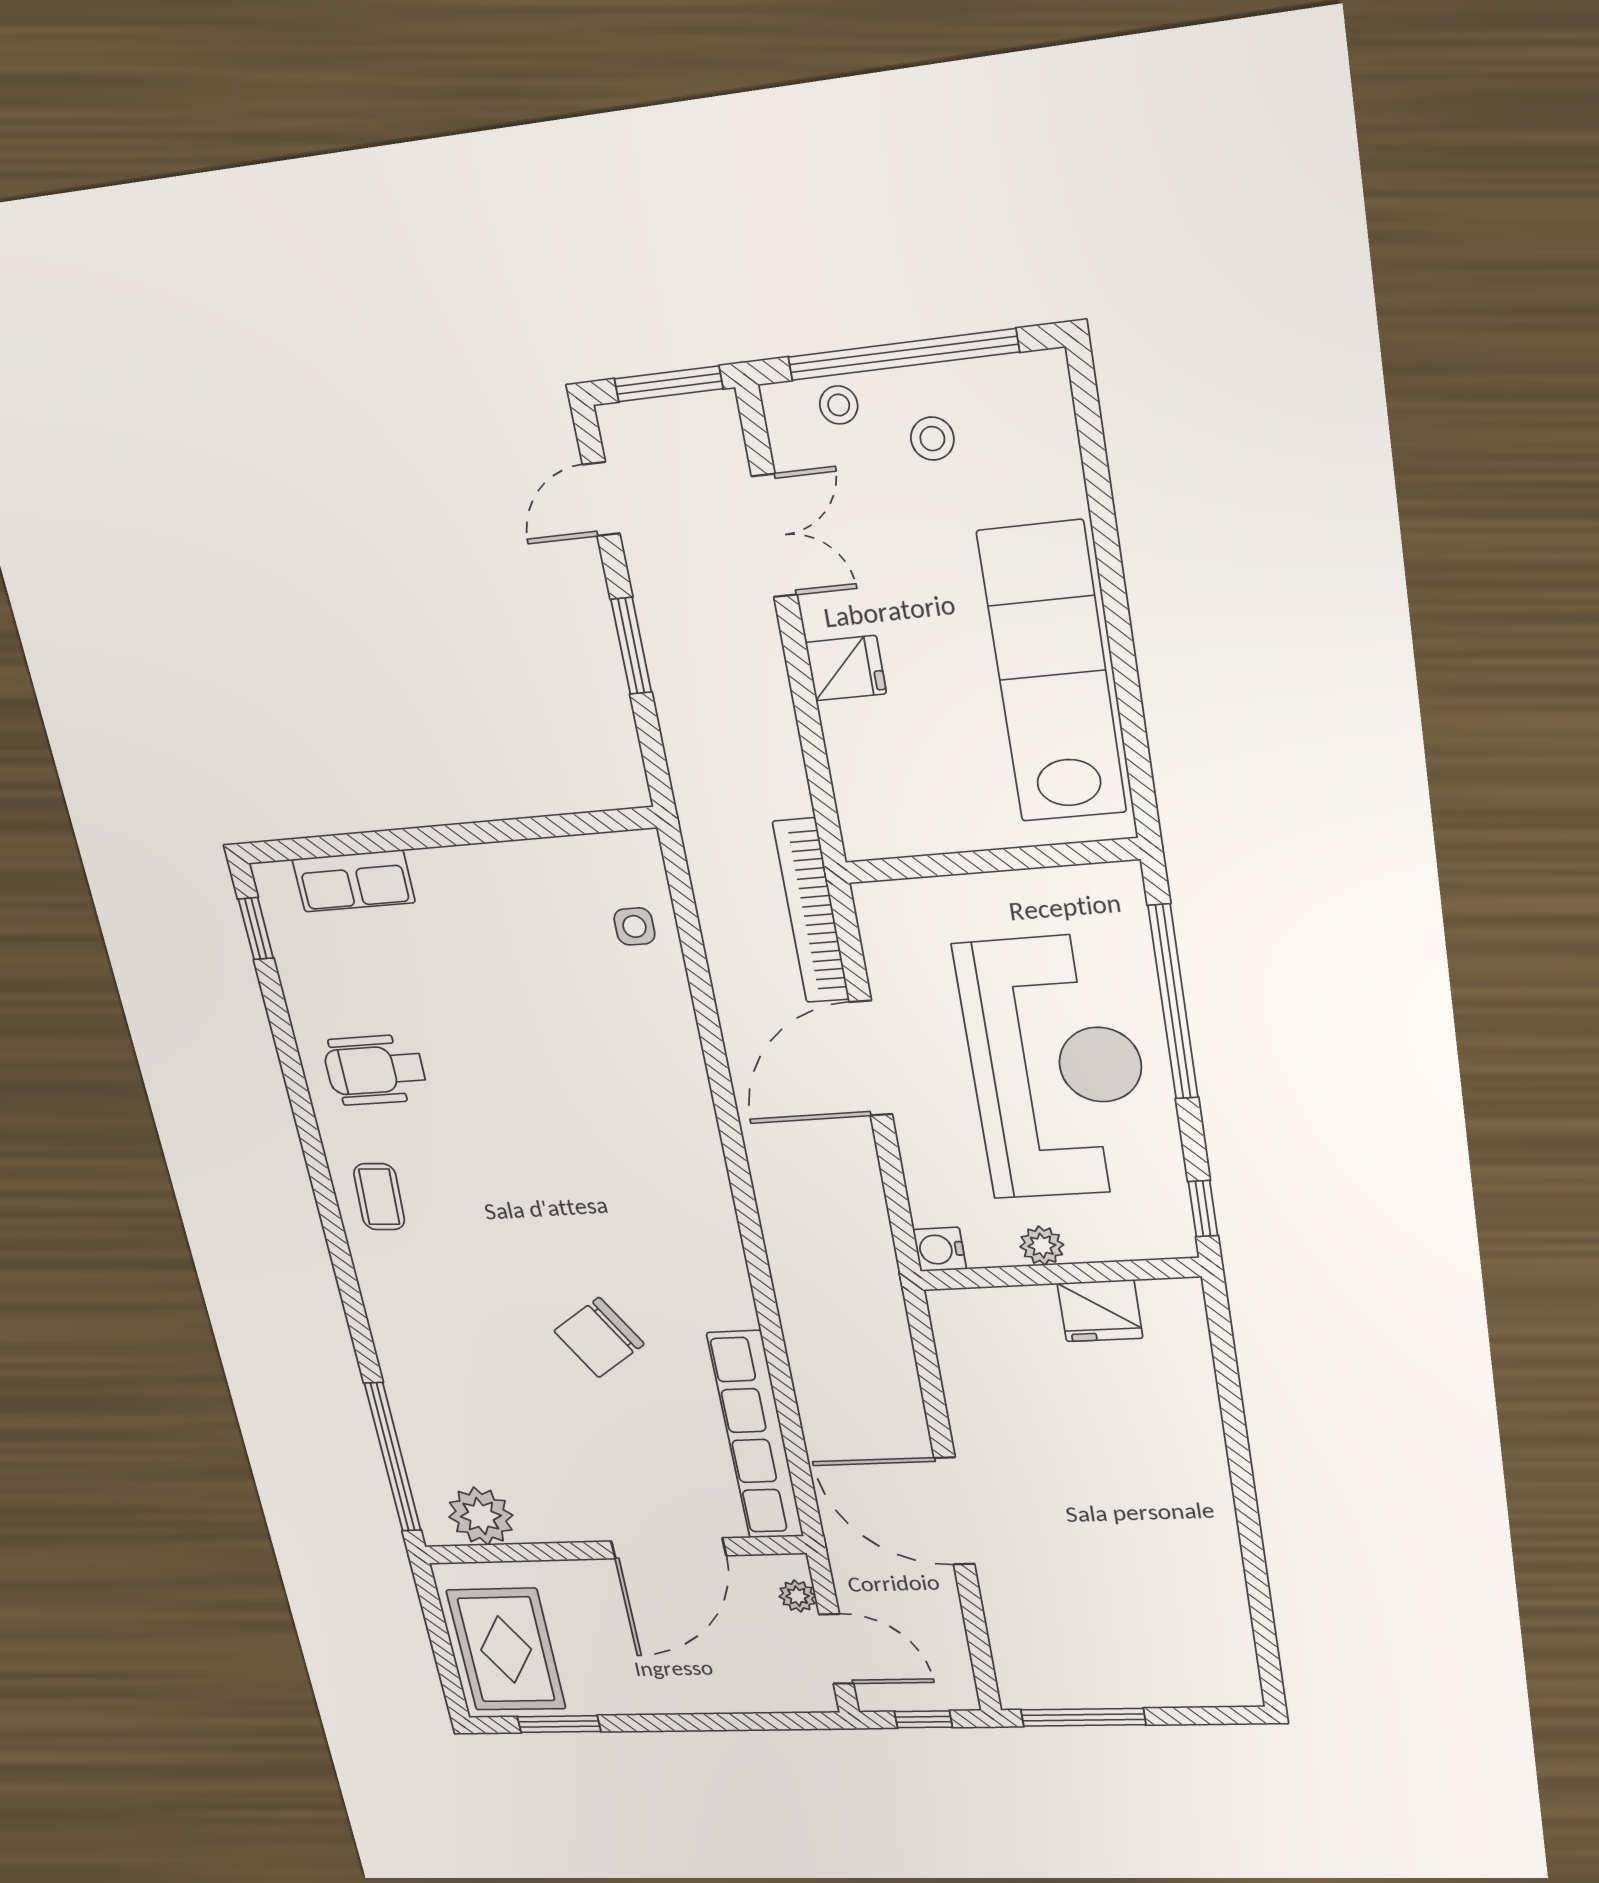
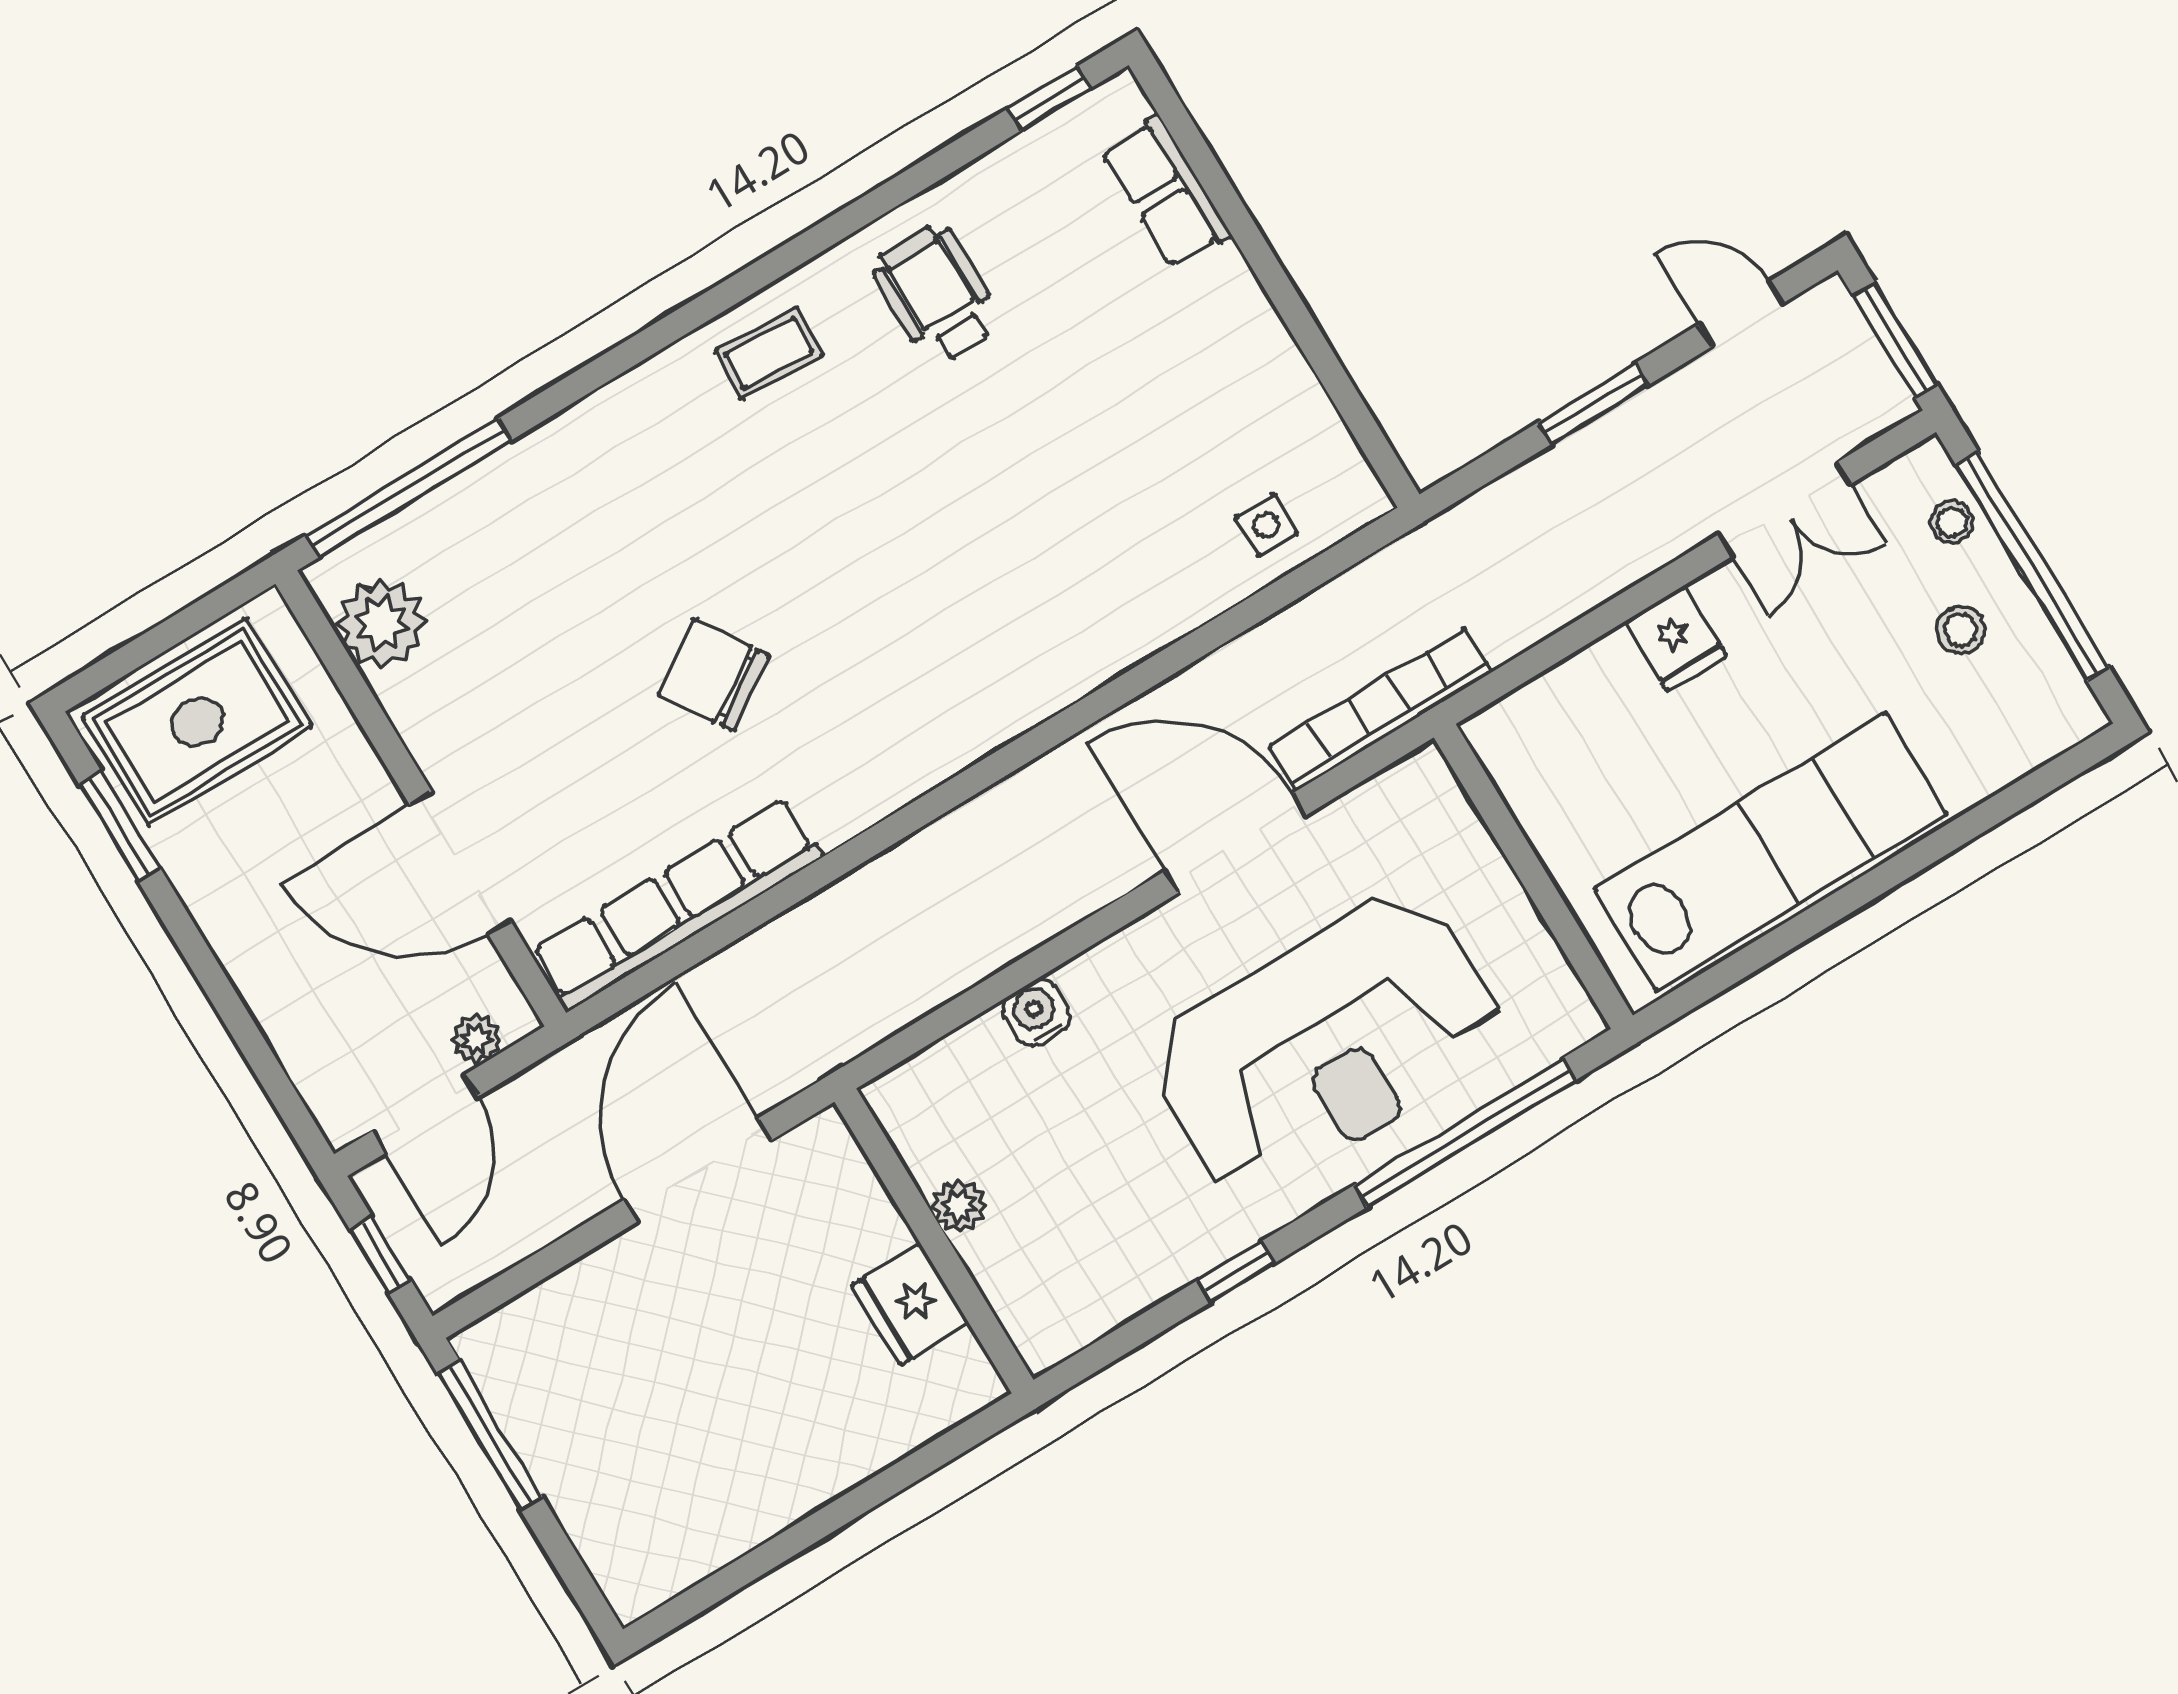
plant: (1042, 1246) -> (959, 1207), moved
wall: (1060, 1274) -> (934, 1241), moved
fridge: (1100, 1311) -> (910, 1304), moved

